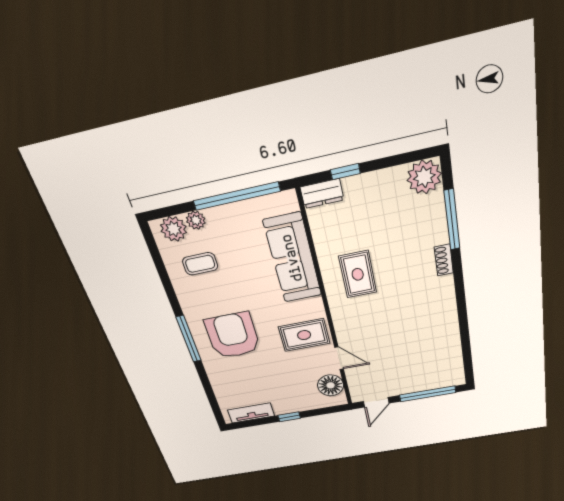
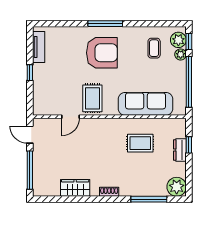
dresser: (322, 194) -> (180, 150), moved
window: (170, 211) -> (189, 42), added
shoe rack: (444, 260) -> (109, 192), moved
rug: (358, 274) -> (140, 143), moved
wardrobe: (446, 333) -> (75, 188), added
floor lamp: (331, 385) -> (50, 107), removed

